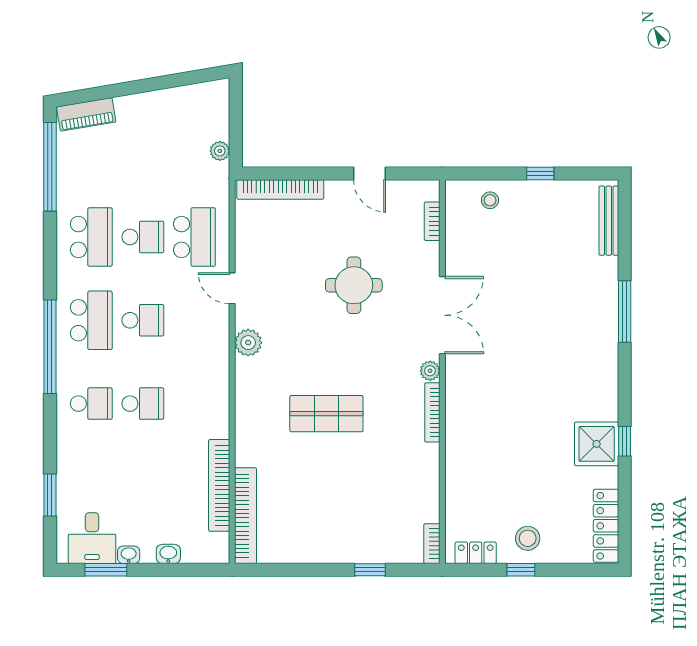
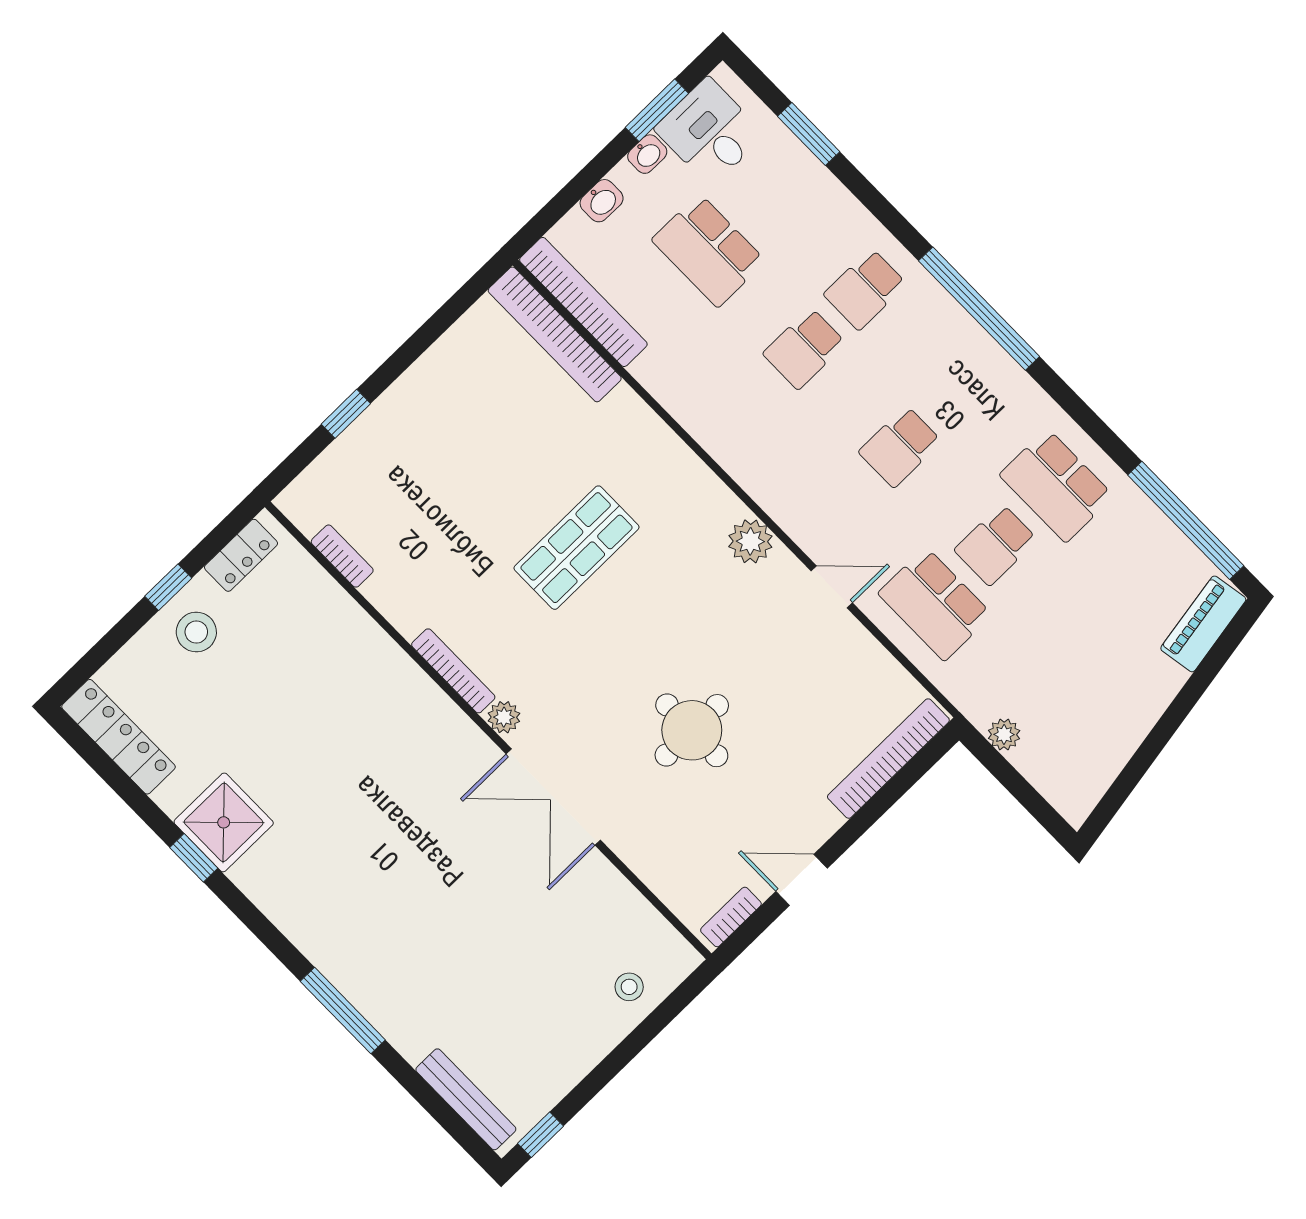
window: (540, 174) -> (540, 1135), moved
bookcase: (432, 221) -> (731, 917), moved, turned -90
school desk: (91, 320) -> (709, 250), moved
bookcase: (219, 485) -> (583, 302), moved
bookcase: (432, 544) -> (342, 556), moved

